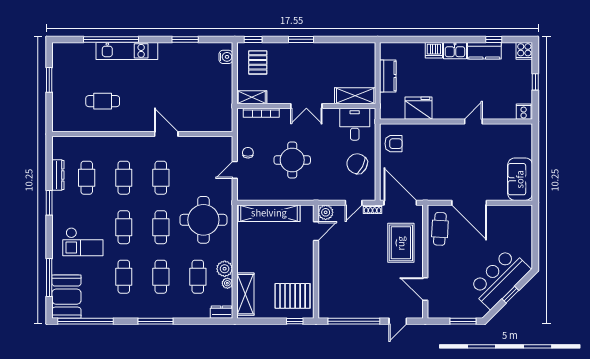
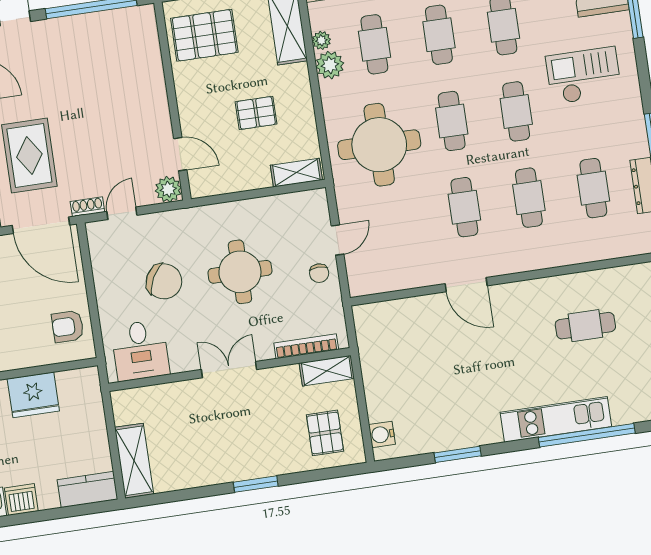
window: (253, 39) -> (339, 472), removed
kitchen counter: (388, 76) -> (87, 490), moved, turned 90
shelving: (355, 96) -> (134, 461), moved, turned 90
chair: (357, 164) -> (164, 281), moved
shelving: (269, 213) -> (296, 173), width x0.45, depth x0.75
door: (316, 231) -> (180, 154), swing flipped
pallet: (270, 248) -> (256, 113), added

